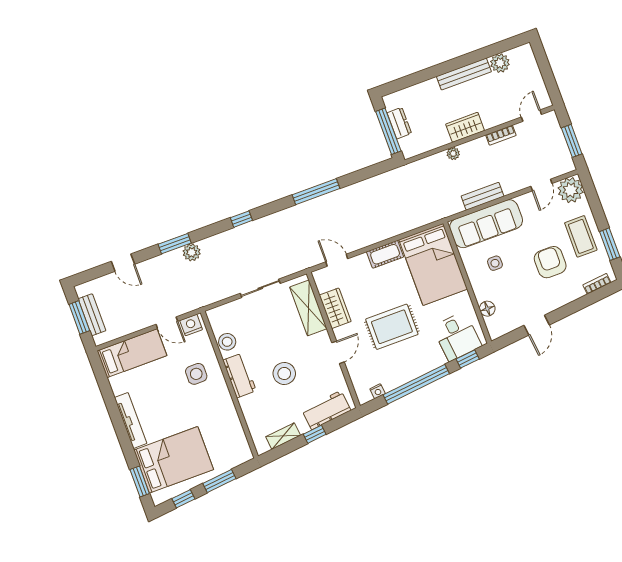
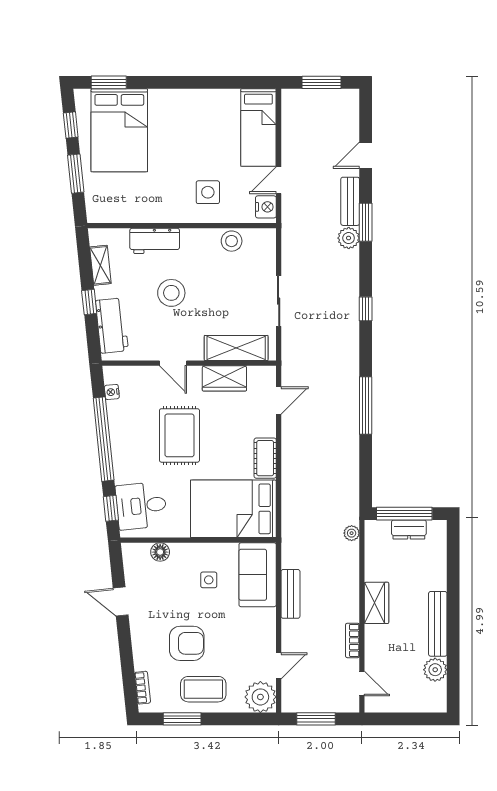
plant: (453, 154) -> (352, 533), moved
door: (541, 185) -> (279, 666), swing flipped
sofa: (486, 224) -> (258, 575), width x0.73
bench: (92, 315) -> (350, 201), moved, turned 90
workbench: (240, 375) -> (155, 241), moved
tv unit: (131, 420) -> (182, 98), removed

